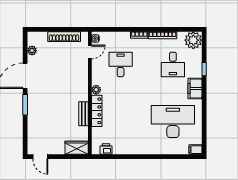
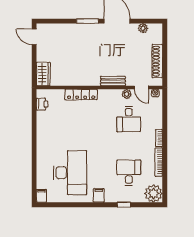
desk: (121, 64) -> (129, 119), turned 90
desk: (173, 64) -> (129, 173), turned 90
filing cabinet: (195, 89) -> (99, 195), width x0.50
plant: (96, 90) -> (127, 94), moved
bench: (84, 114) -> (113, 81), moved
door: (40, 157) -> (34, 37), hinge flipped

